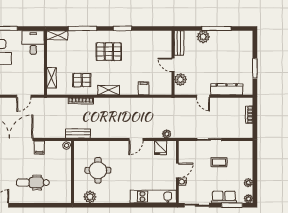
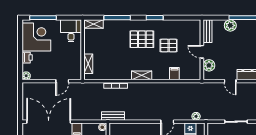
pallet: (82, 80) -> (169, 46), moved

